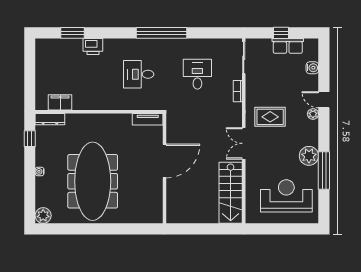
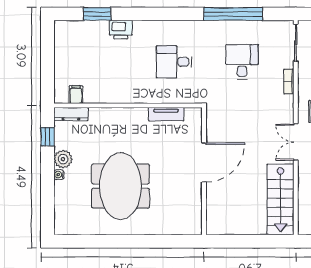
window: (162, 33) -> (233, 14), moved
filing cabinet: (60, 102) -> (76, 95), width x0.50
tv unit: (148, 119) -> (166, 114), moved
meeting table: (93, 181) -> (121, 186), width x0.73
plant: (43, 215) -> (63, 159), moved

